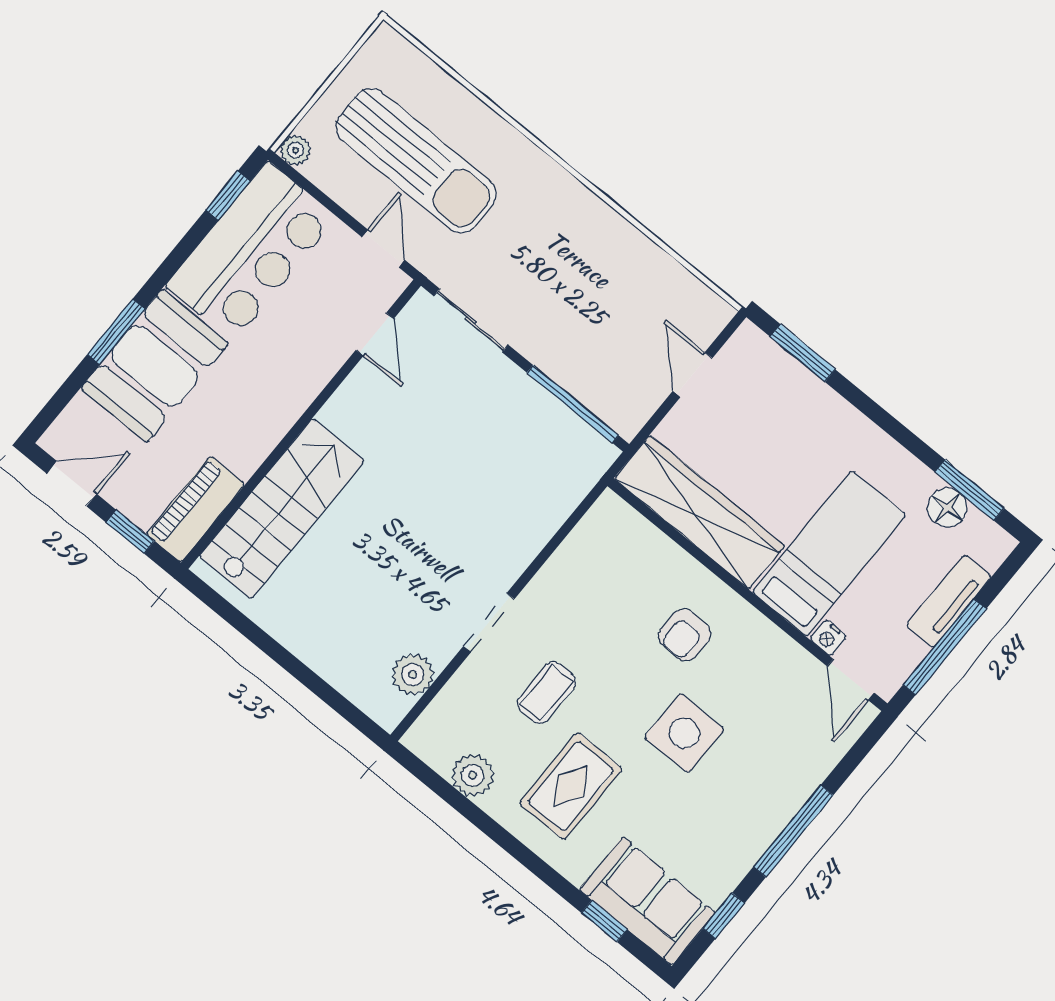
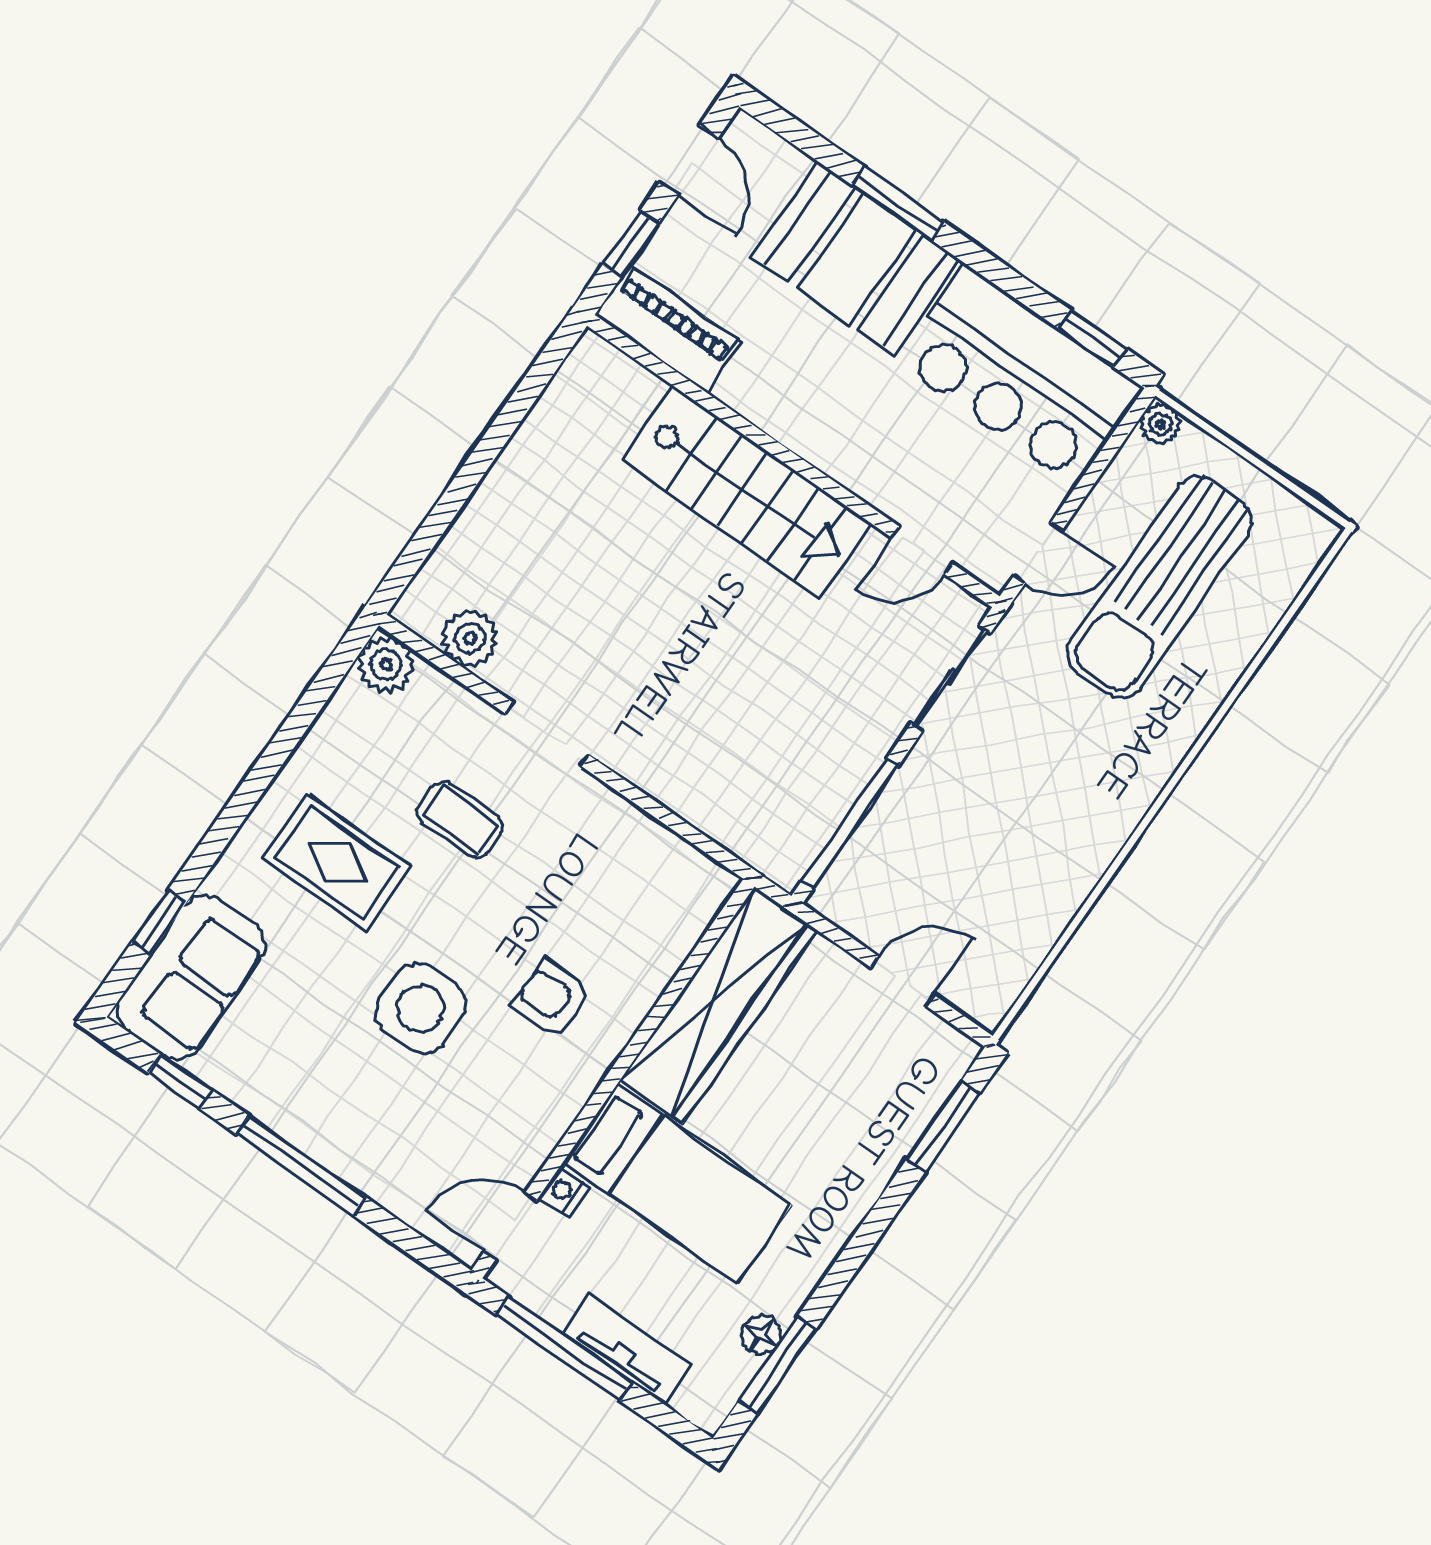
floor lamp: (947, 508) -> (761, 1335), width x0.73, depth x0.73
stairs: (282, 509) -> (746, 492), moved
plant: (473, 775) -> (386, 665), moved

